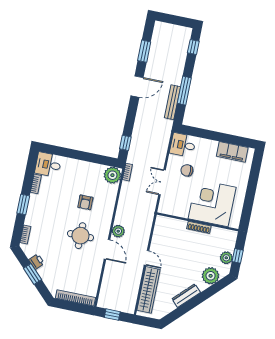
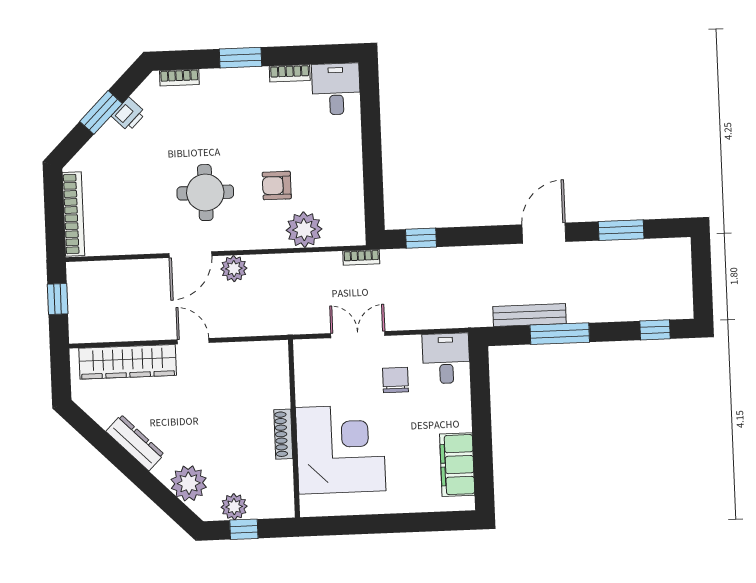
door: (137, 87) -> (544, 233), swing flipped
plant: (112, 175) -> (304, 230), moved
door: (147, 258) -> (193, 341), swing flipped

